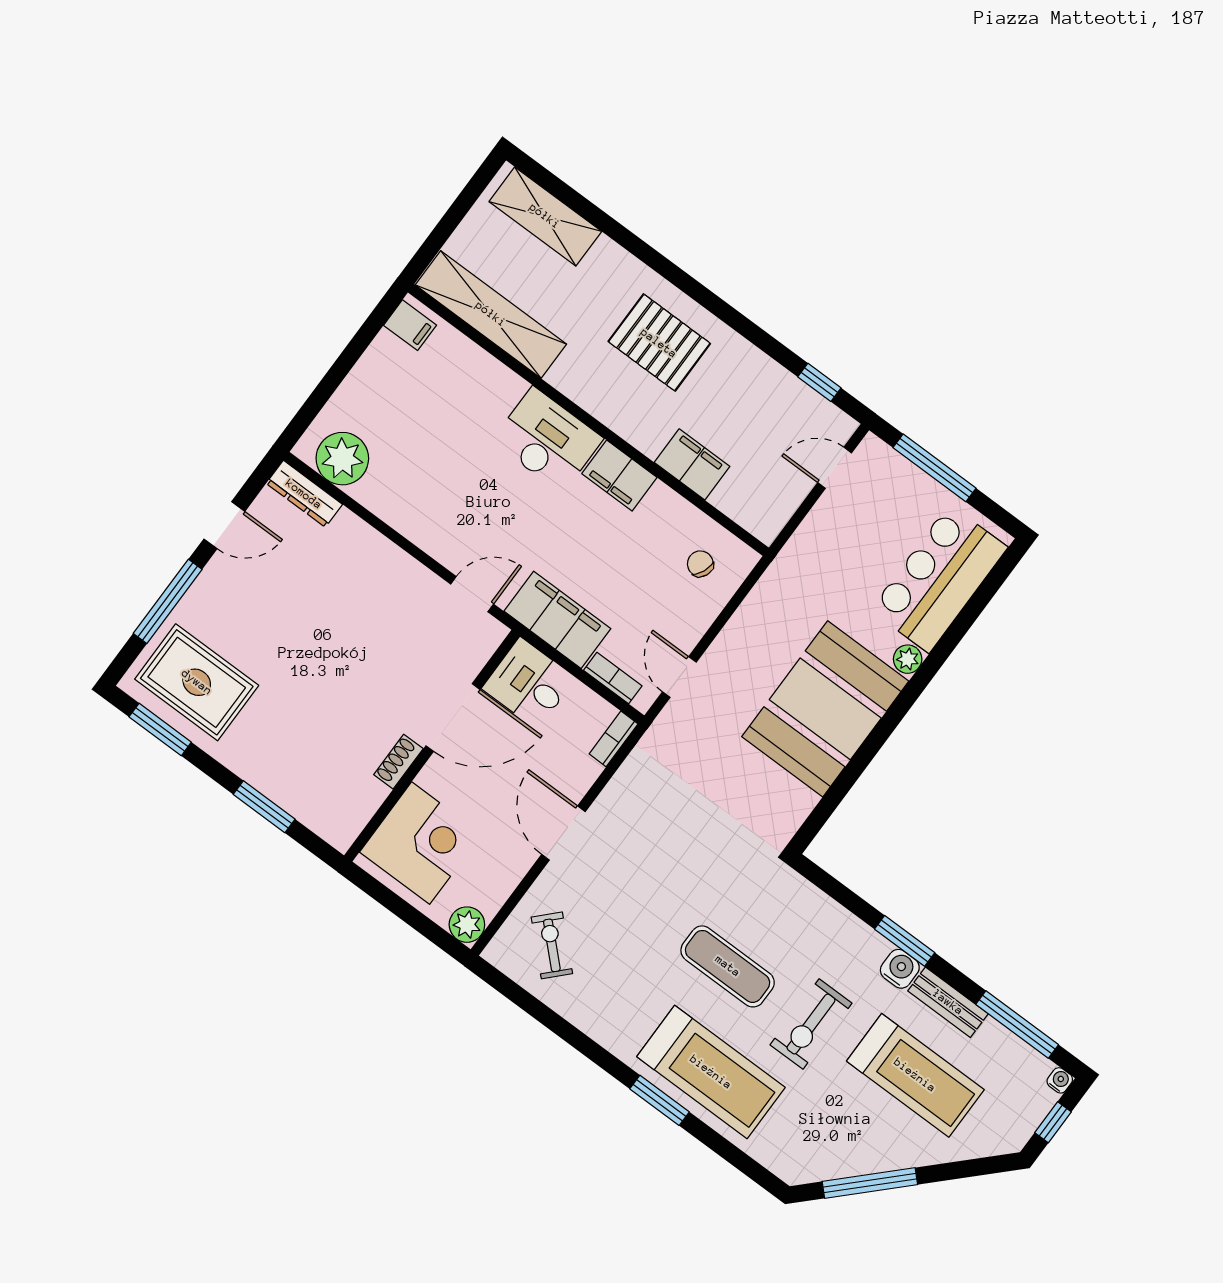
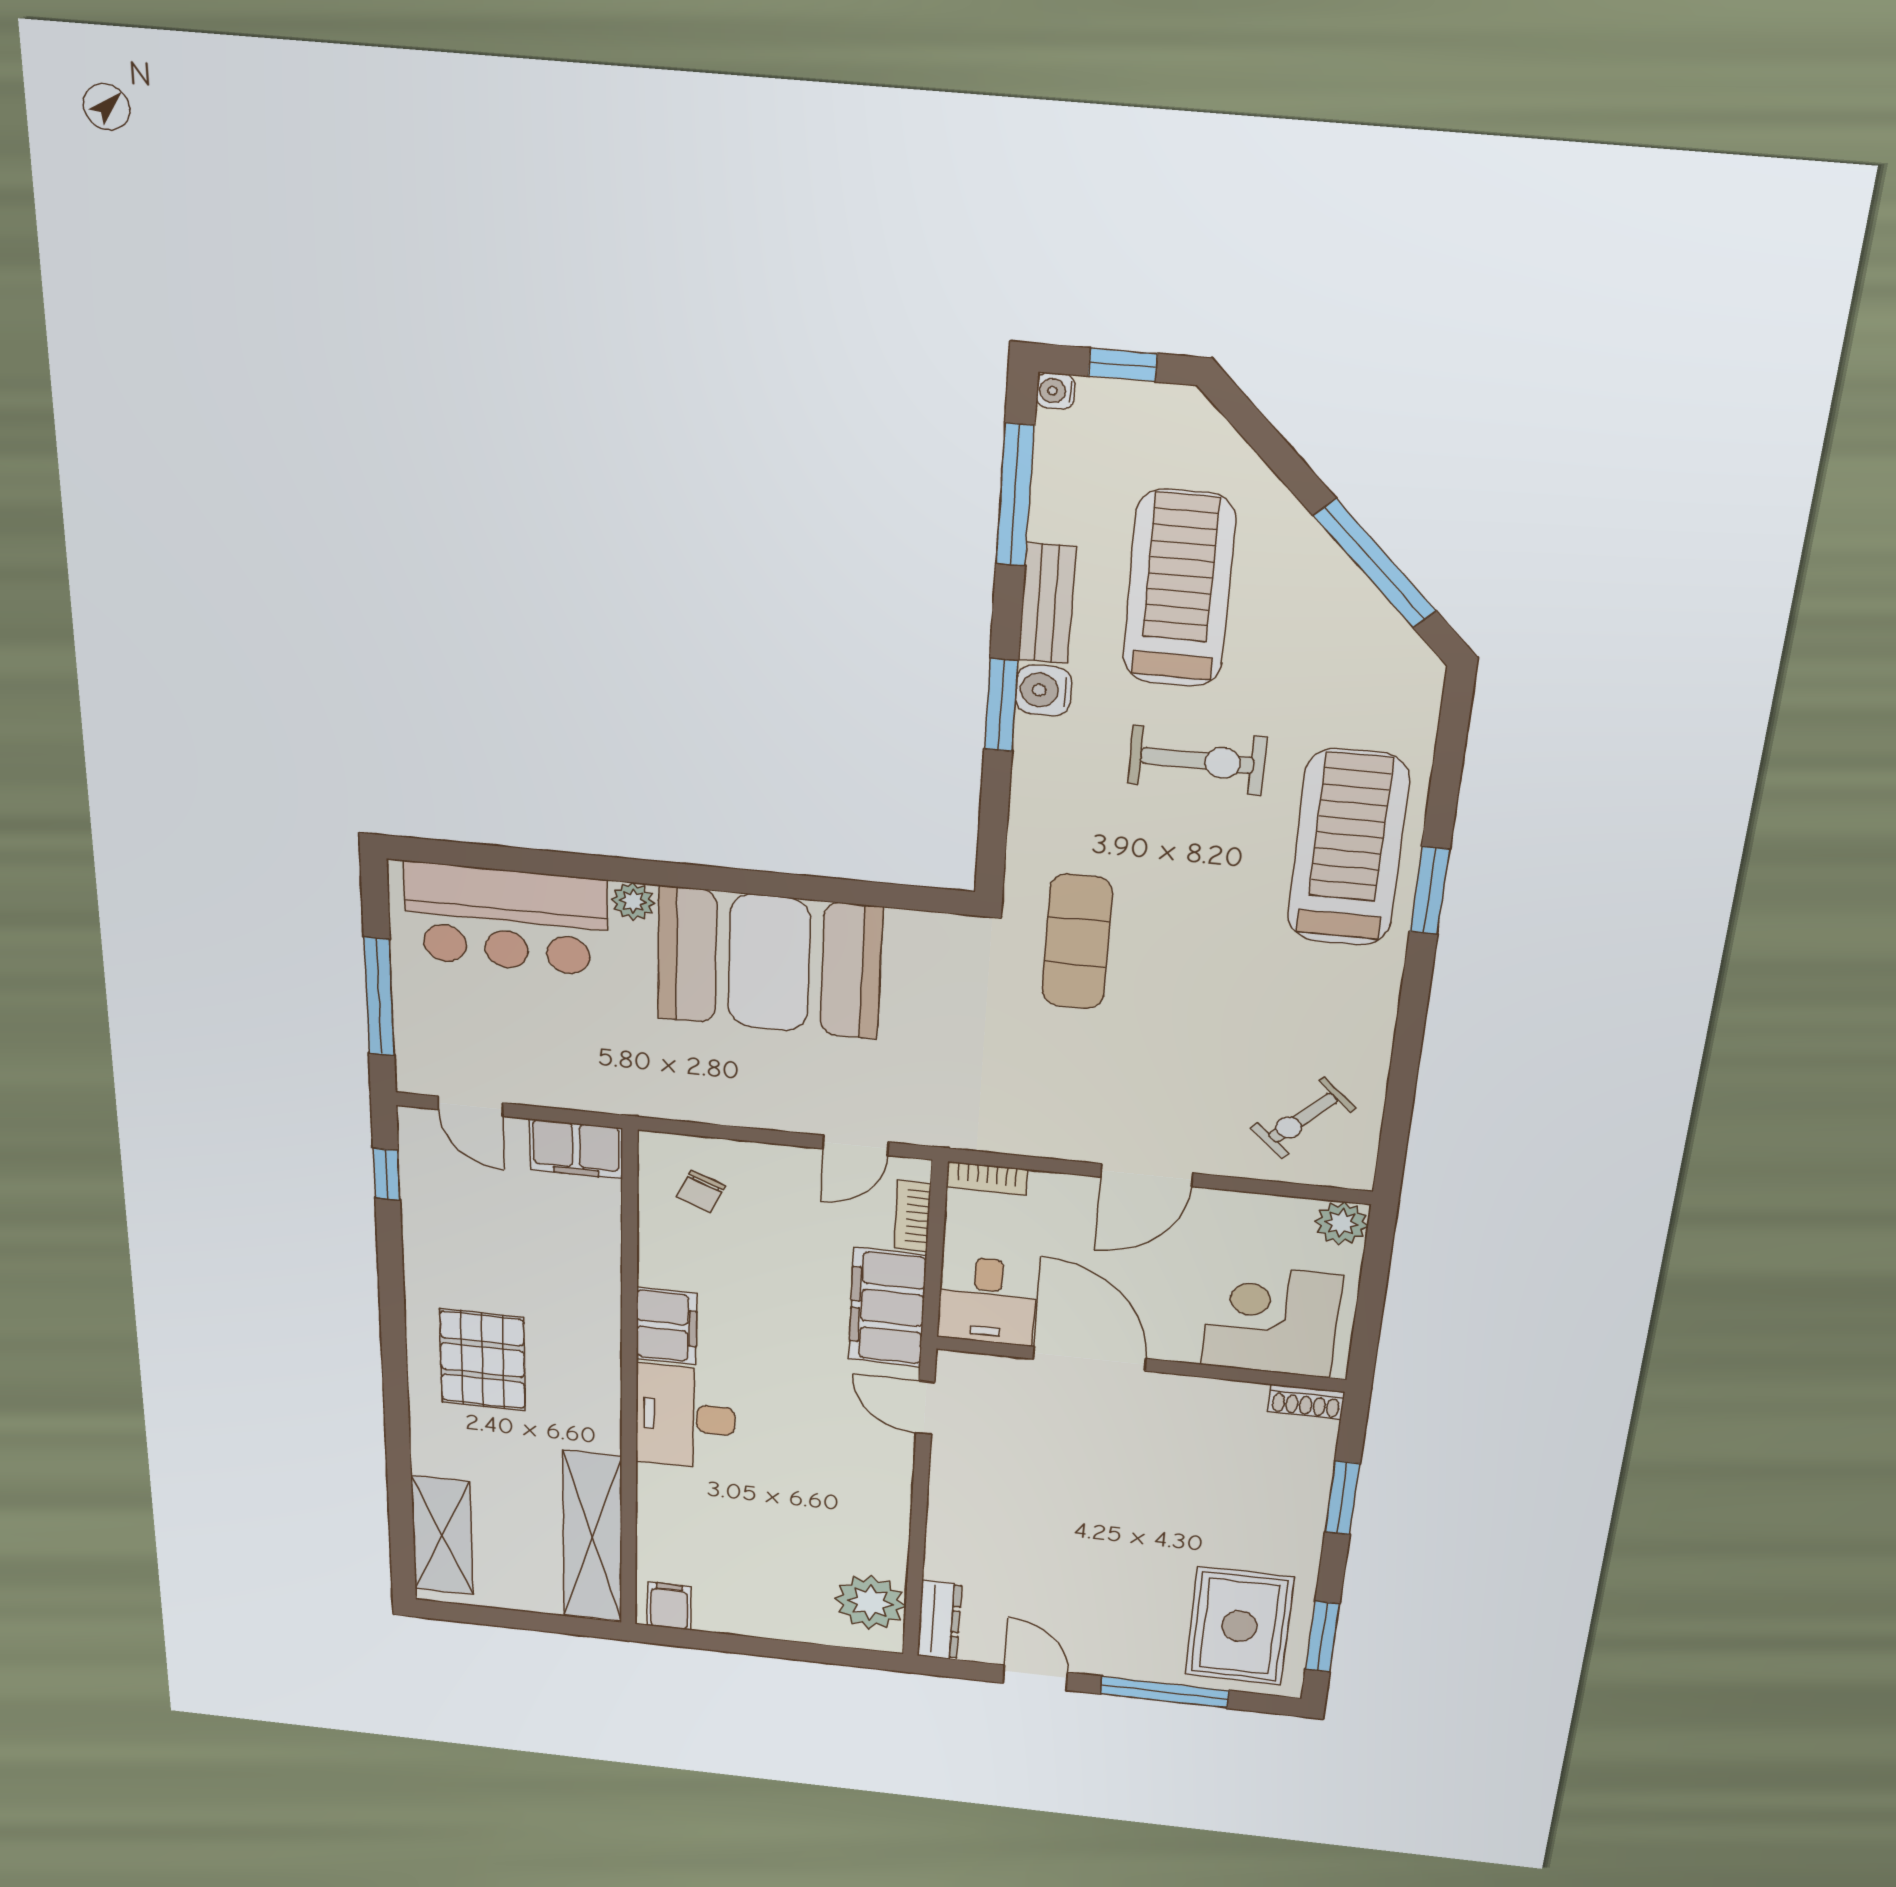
filing cabinet: (692, 464) -> (576, 1149), moved, turned -90
shoe rack: (398, 762) -> (1306, 1402), moved
exercise mat: (728, 966) -> (1077, 942), moved

